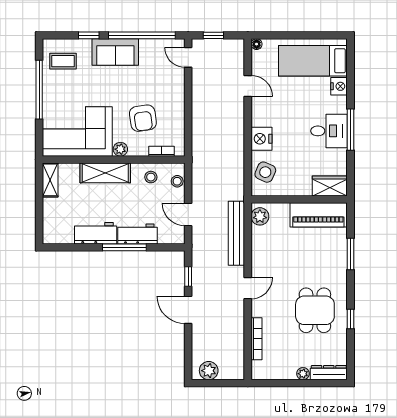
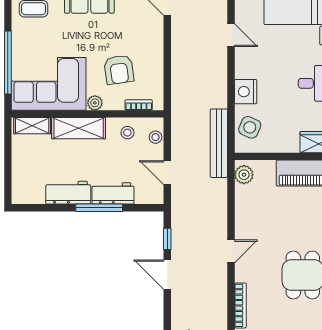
window: (39, 90) -> (8, 63), moved
shelving: (50, 180) -> (32, 126), moved, turned 90
bench: (236, 233) -> (219, 143), moved

